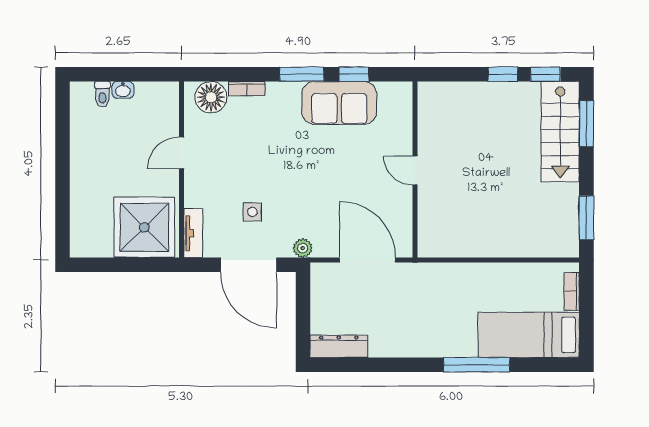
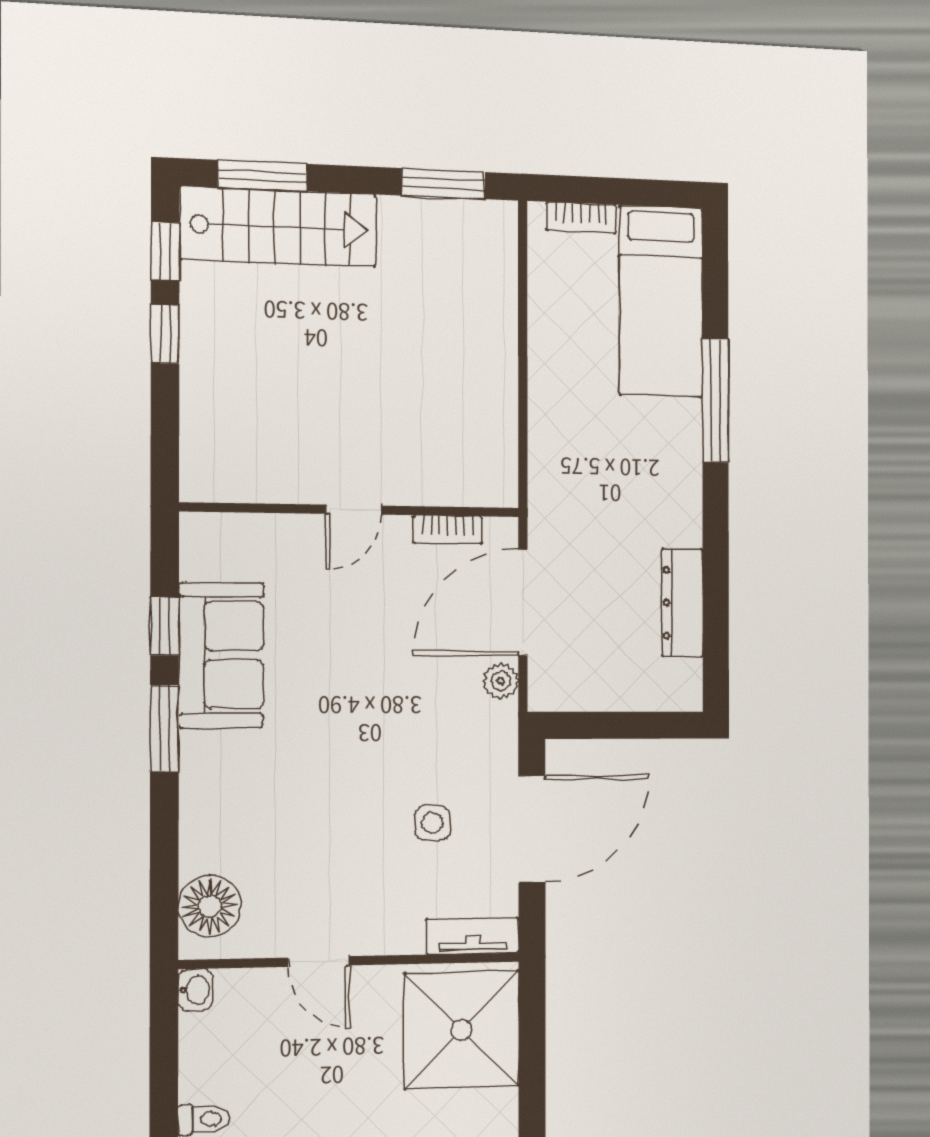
bookcase: (247, 89) -> (448, 530), moved, turned 90
washbasin: (123, 90) -> (195, 990), moved
plant: (303, 248) -> (501, 681), moved
dresser: (339, 346) -> (682, 603), moved

